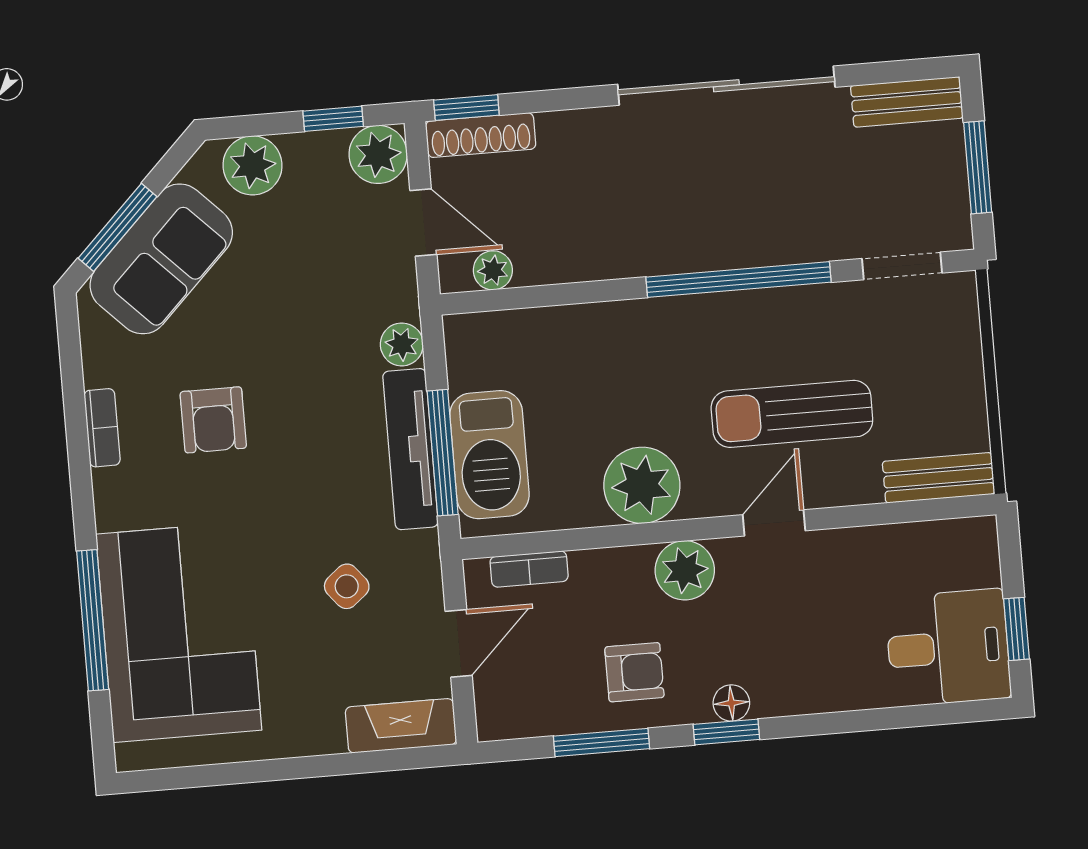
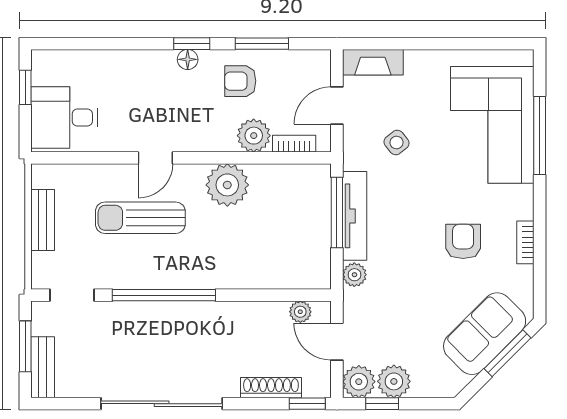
bench: (907, 102) -> (43, 367), moved, turned 90
shoe rack: (481, 135) -> (271, 388), moved
plant: (253, 165) -> (394, 381), moved
sun lounger: (792, 414) -> (140, 218), turned 180
barbecue: (490, 455) -> (311, 209), removed
bench: (939, 478) -> (43, 220), moved, turned 90
plant: (685, 570) -> (254, 136), moved
desk: (948, 648) -> (64, 117), moved

